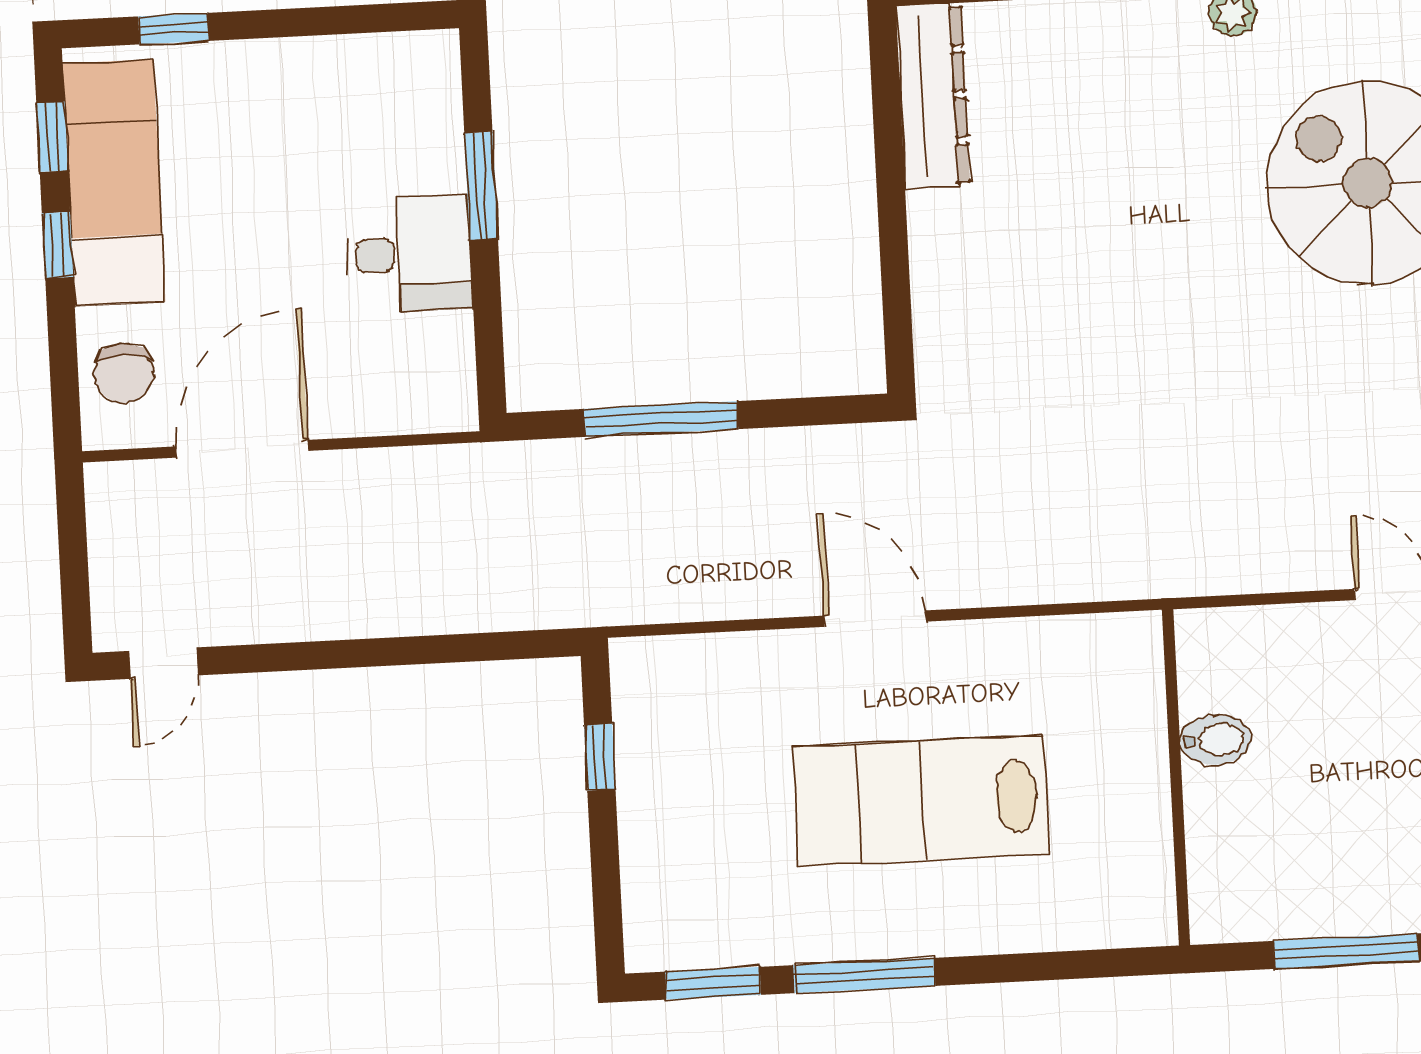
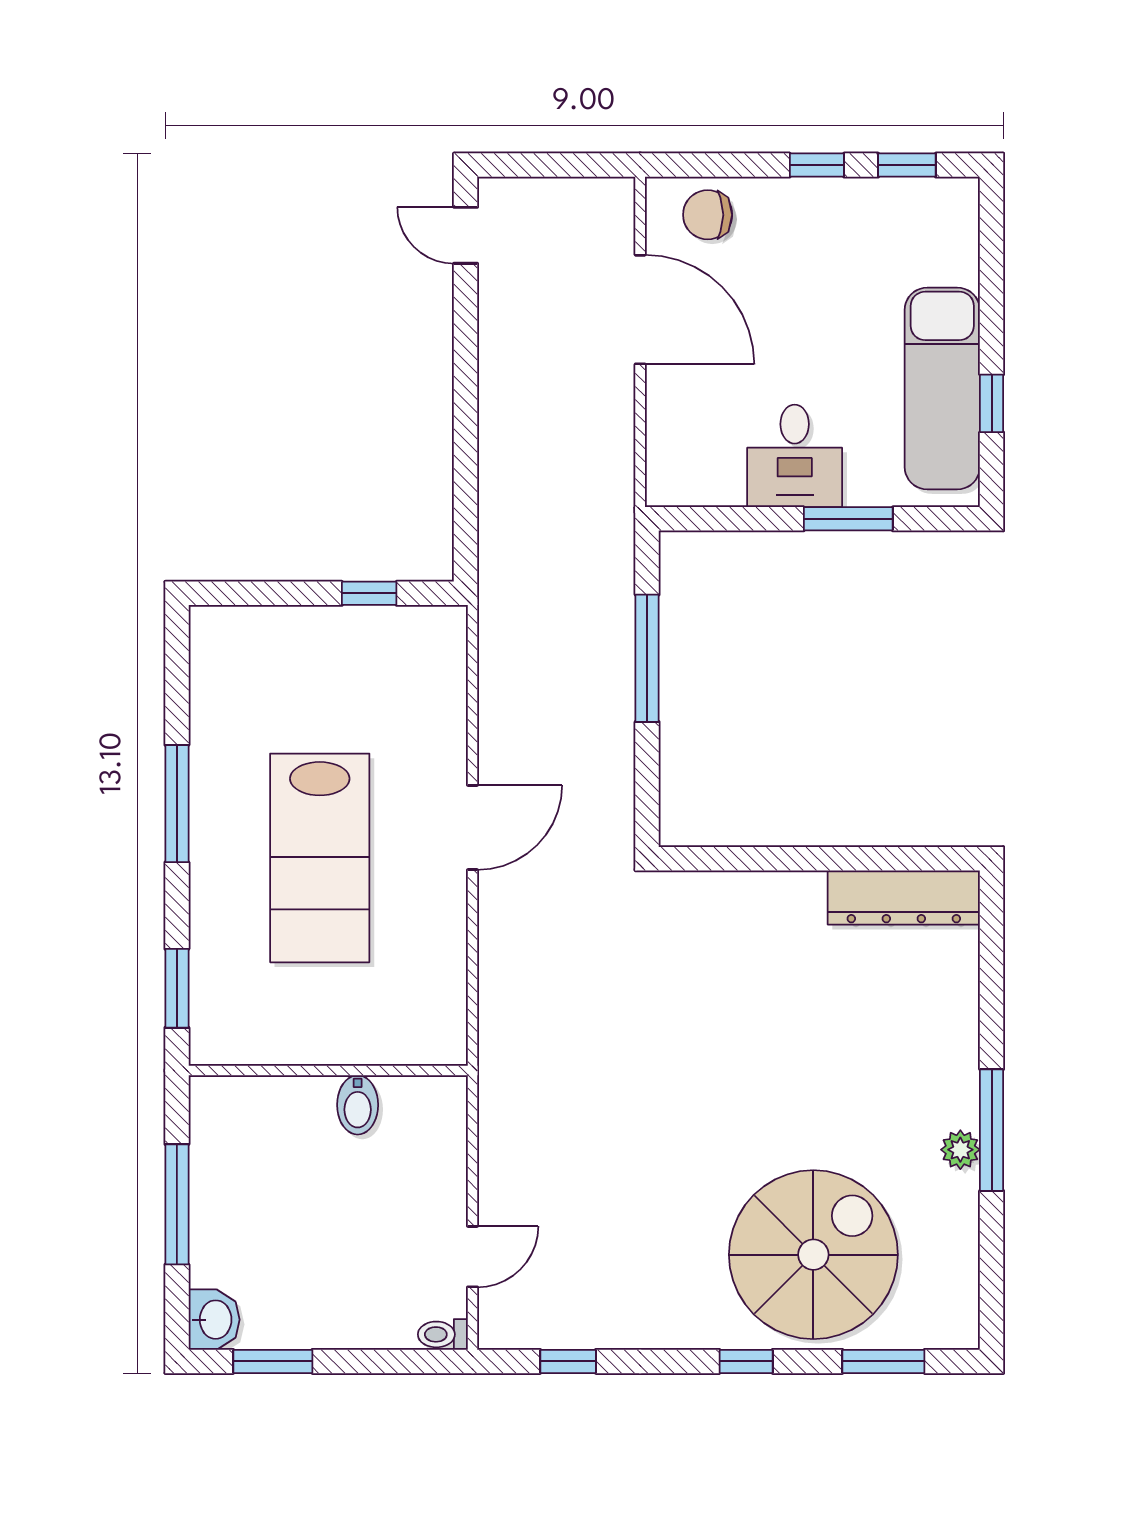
window: (174, 29) -> (992, 403), moved
exam couch: (114, 183) -> (942, 388), moved, turned 90
lab bench: (921, 801) -> (320, 858), turned 180
window: (713, 983) -> (177, 988), moved

